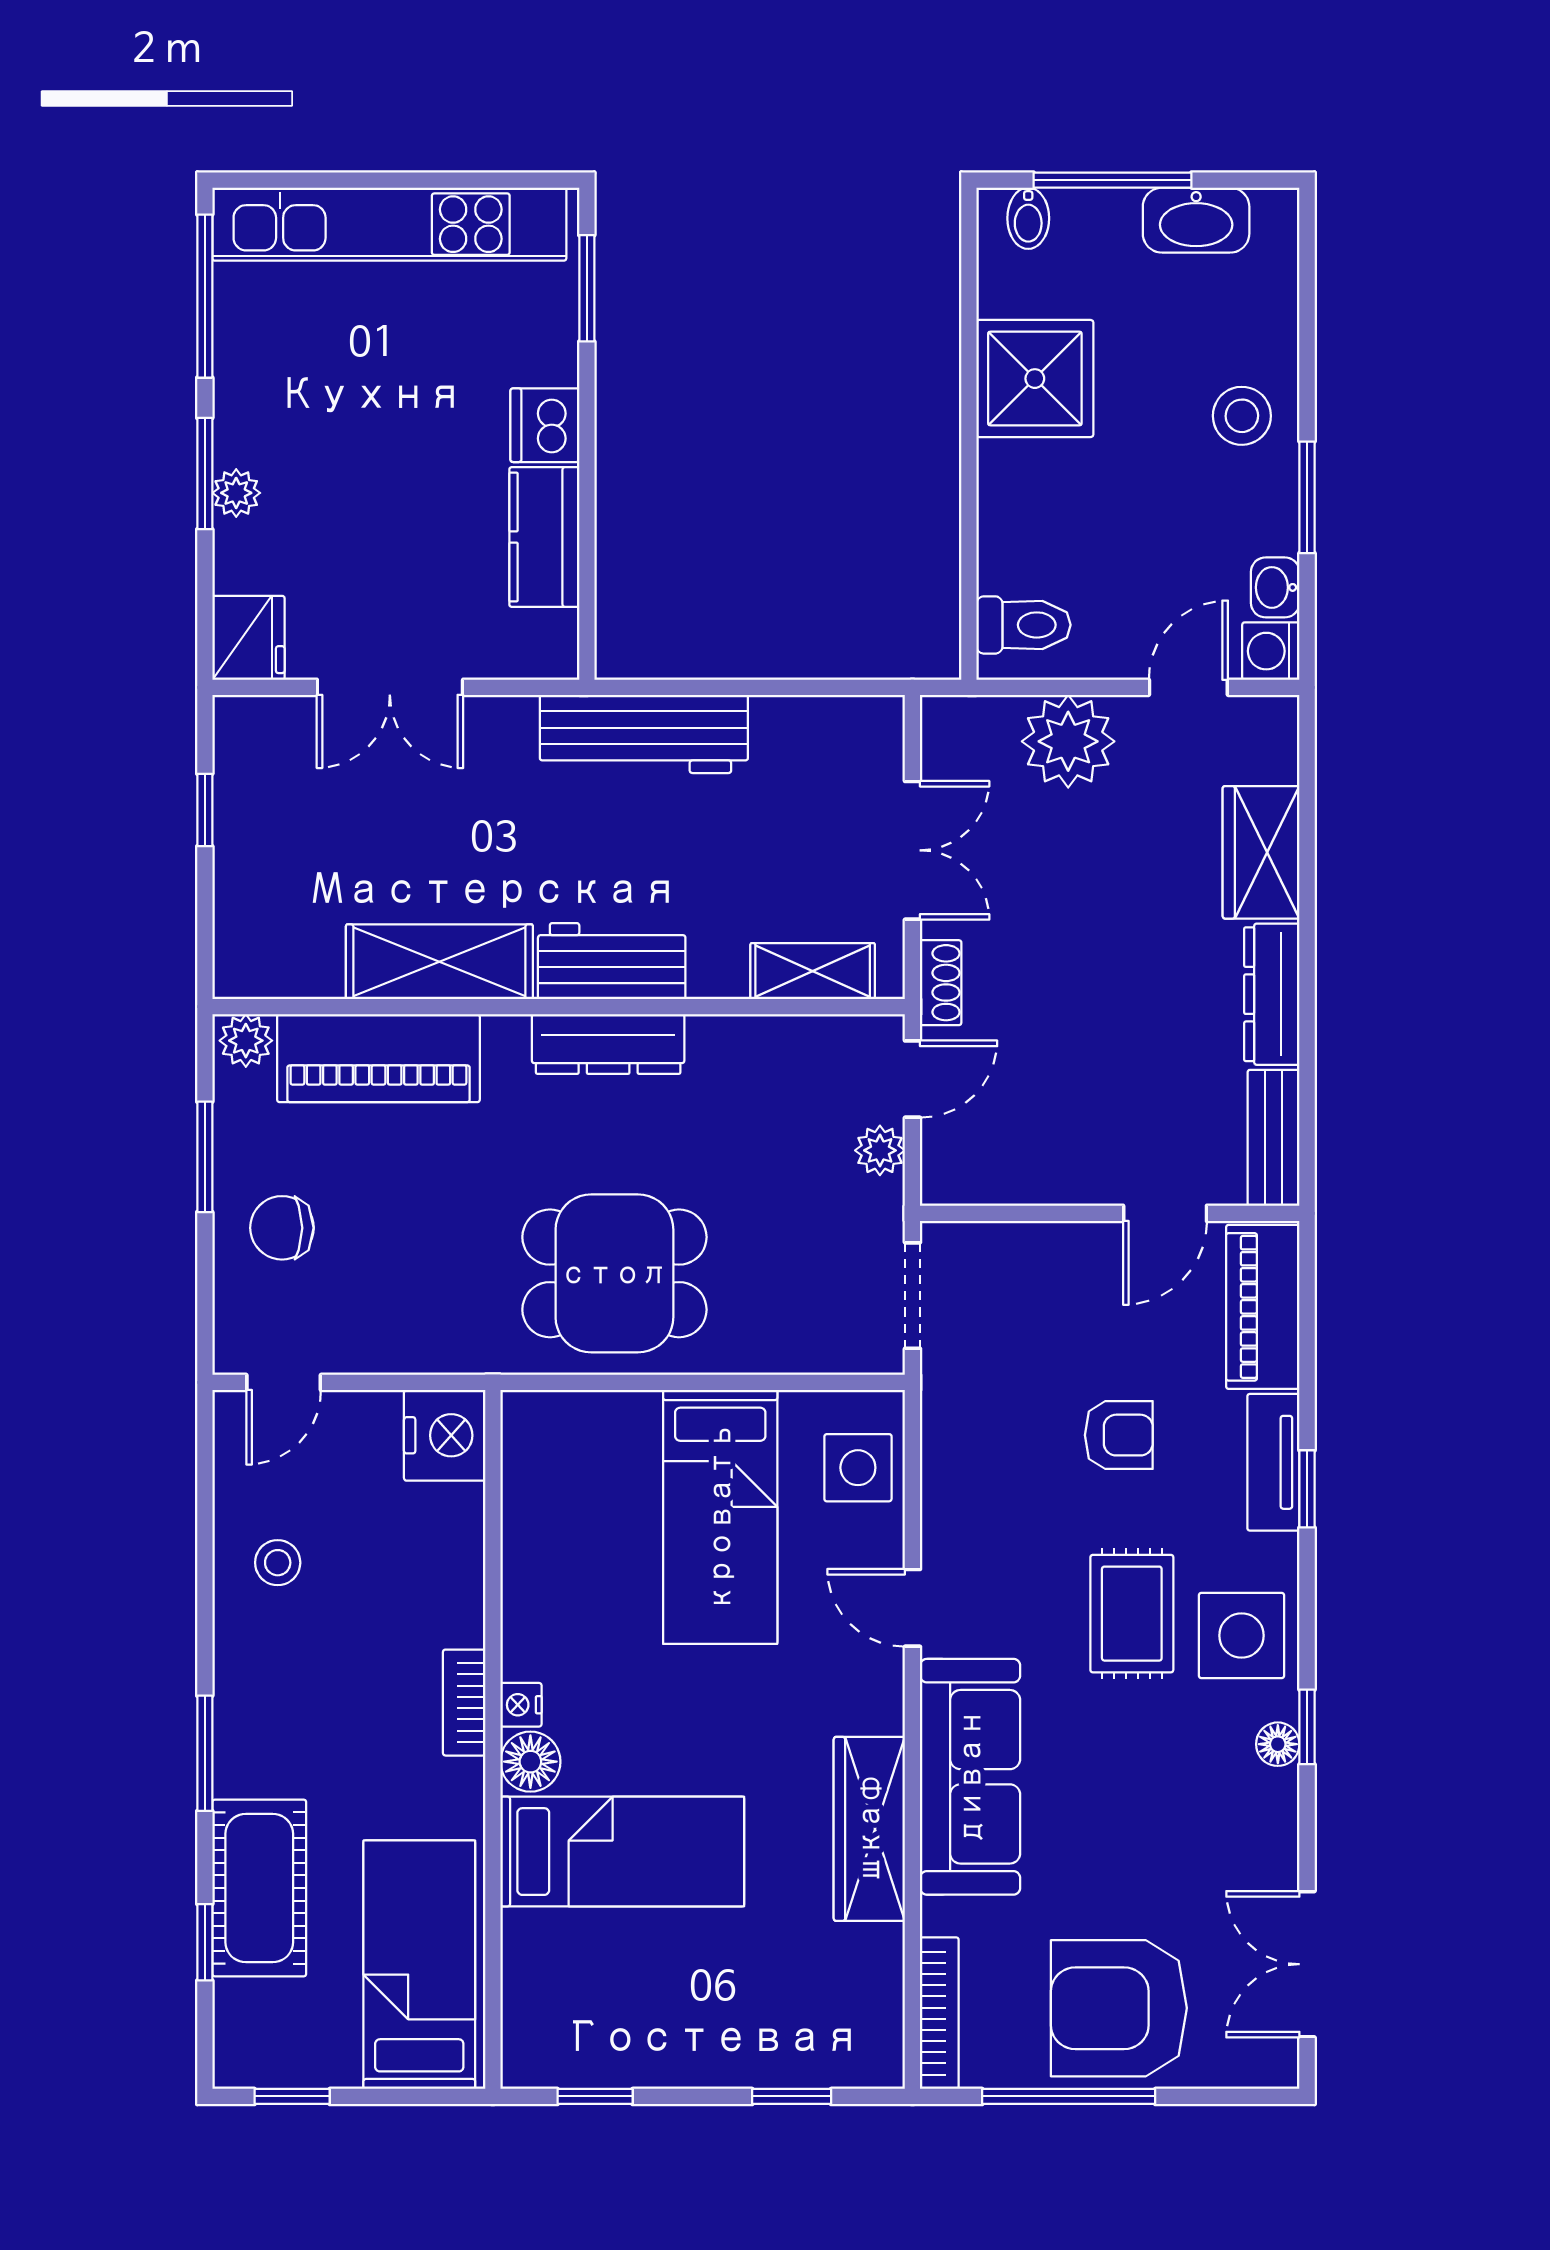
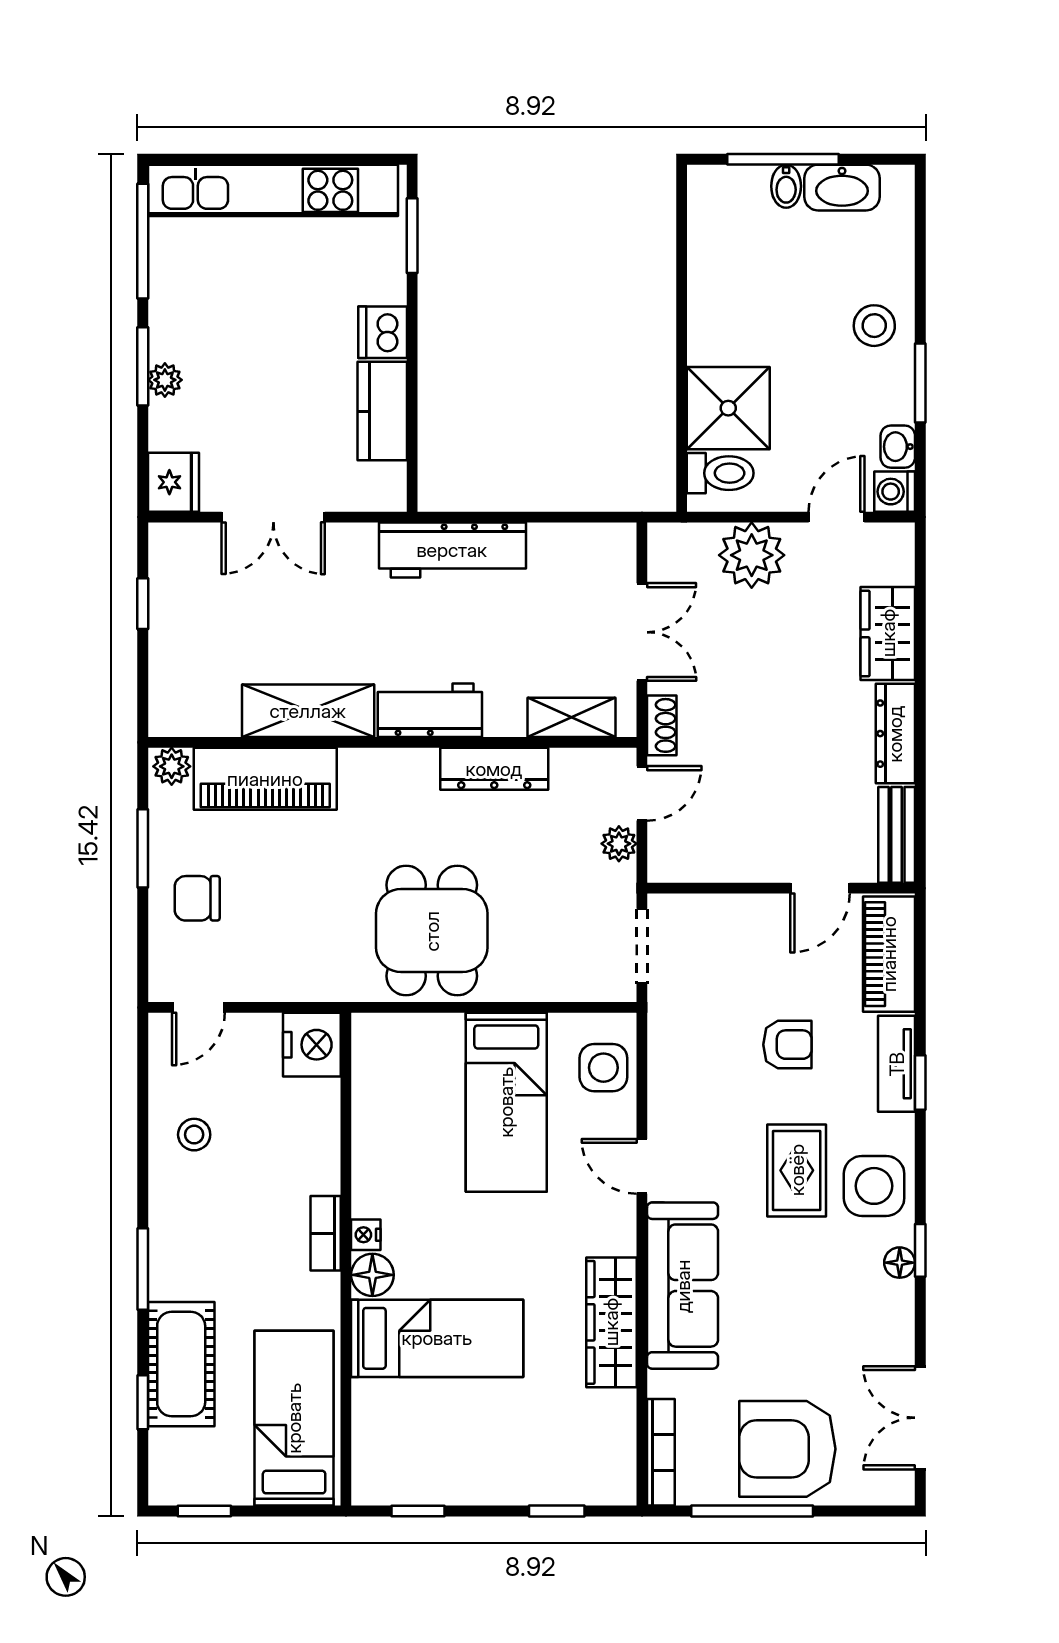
bidet: (1028, 218) -> (786, 186), moved
shower: (1035, 379) -> (728, 408), moved
dresser: (608, 1044) -> (494, 769), moved
dining table: (614, 1273) -> (432, 931), turned 90

